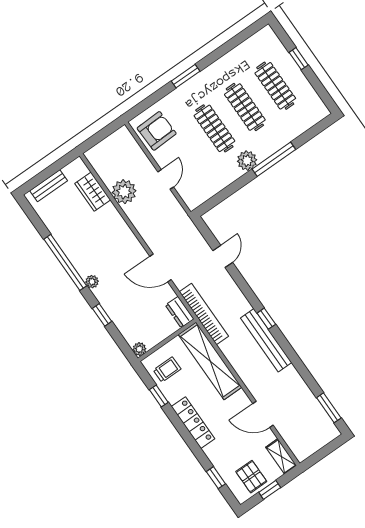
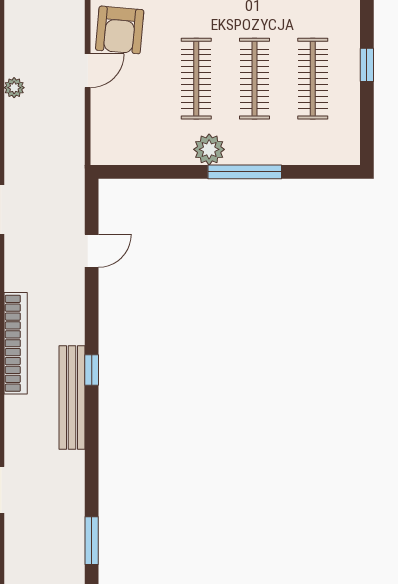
armchair: (157, 131) -> (120, 30), turned 97
door: (166, 179) -> (88, 71), moved
plant: (124, 192) -> (14, 88), width x0.53, depth x0.53
bookcase: (204, 314) -> (16, 343), moved

